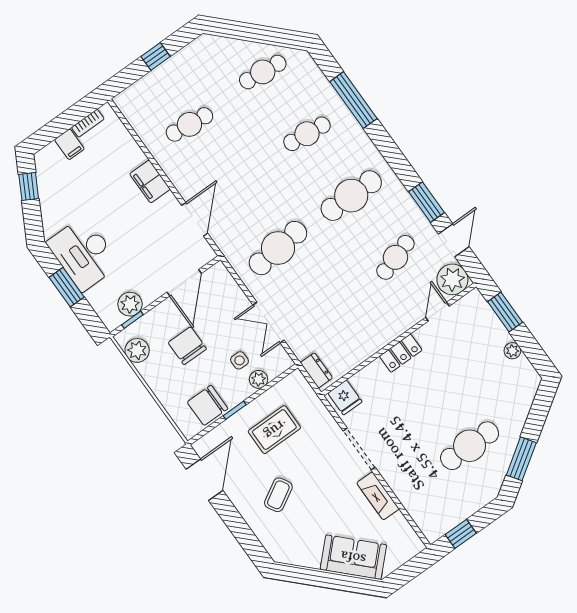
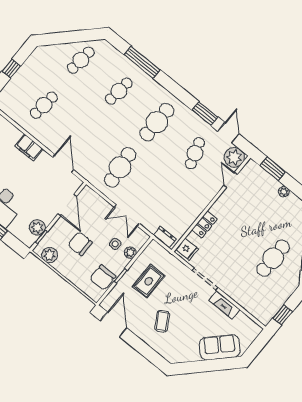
locker: (401, 353) -> (204, 224), moved

